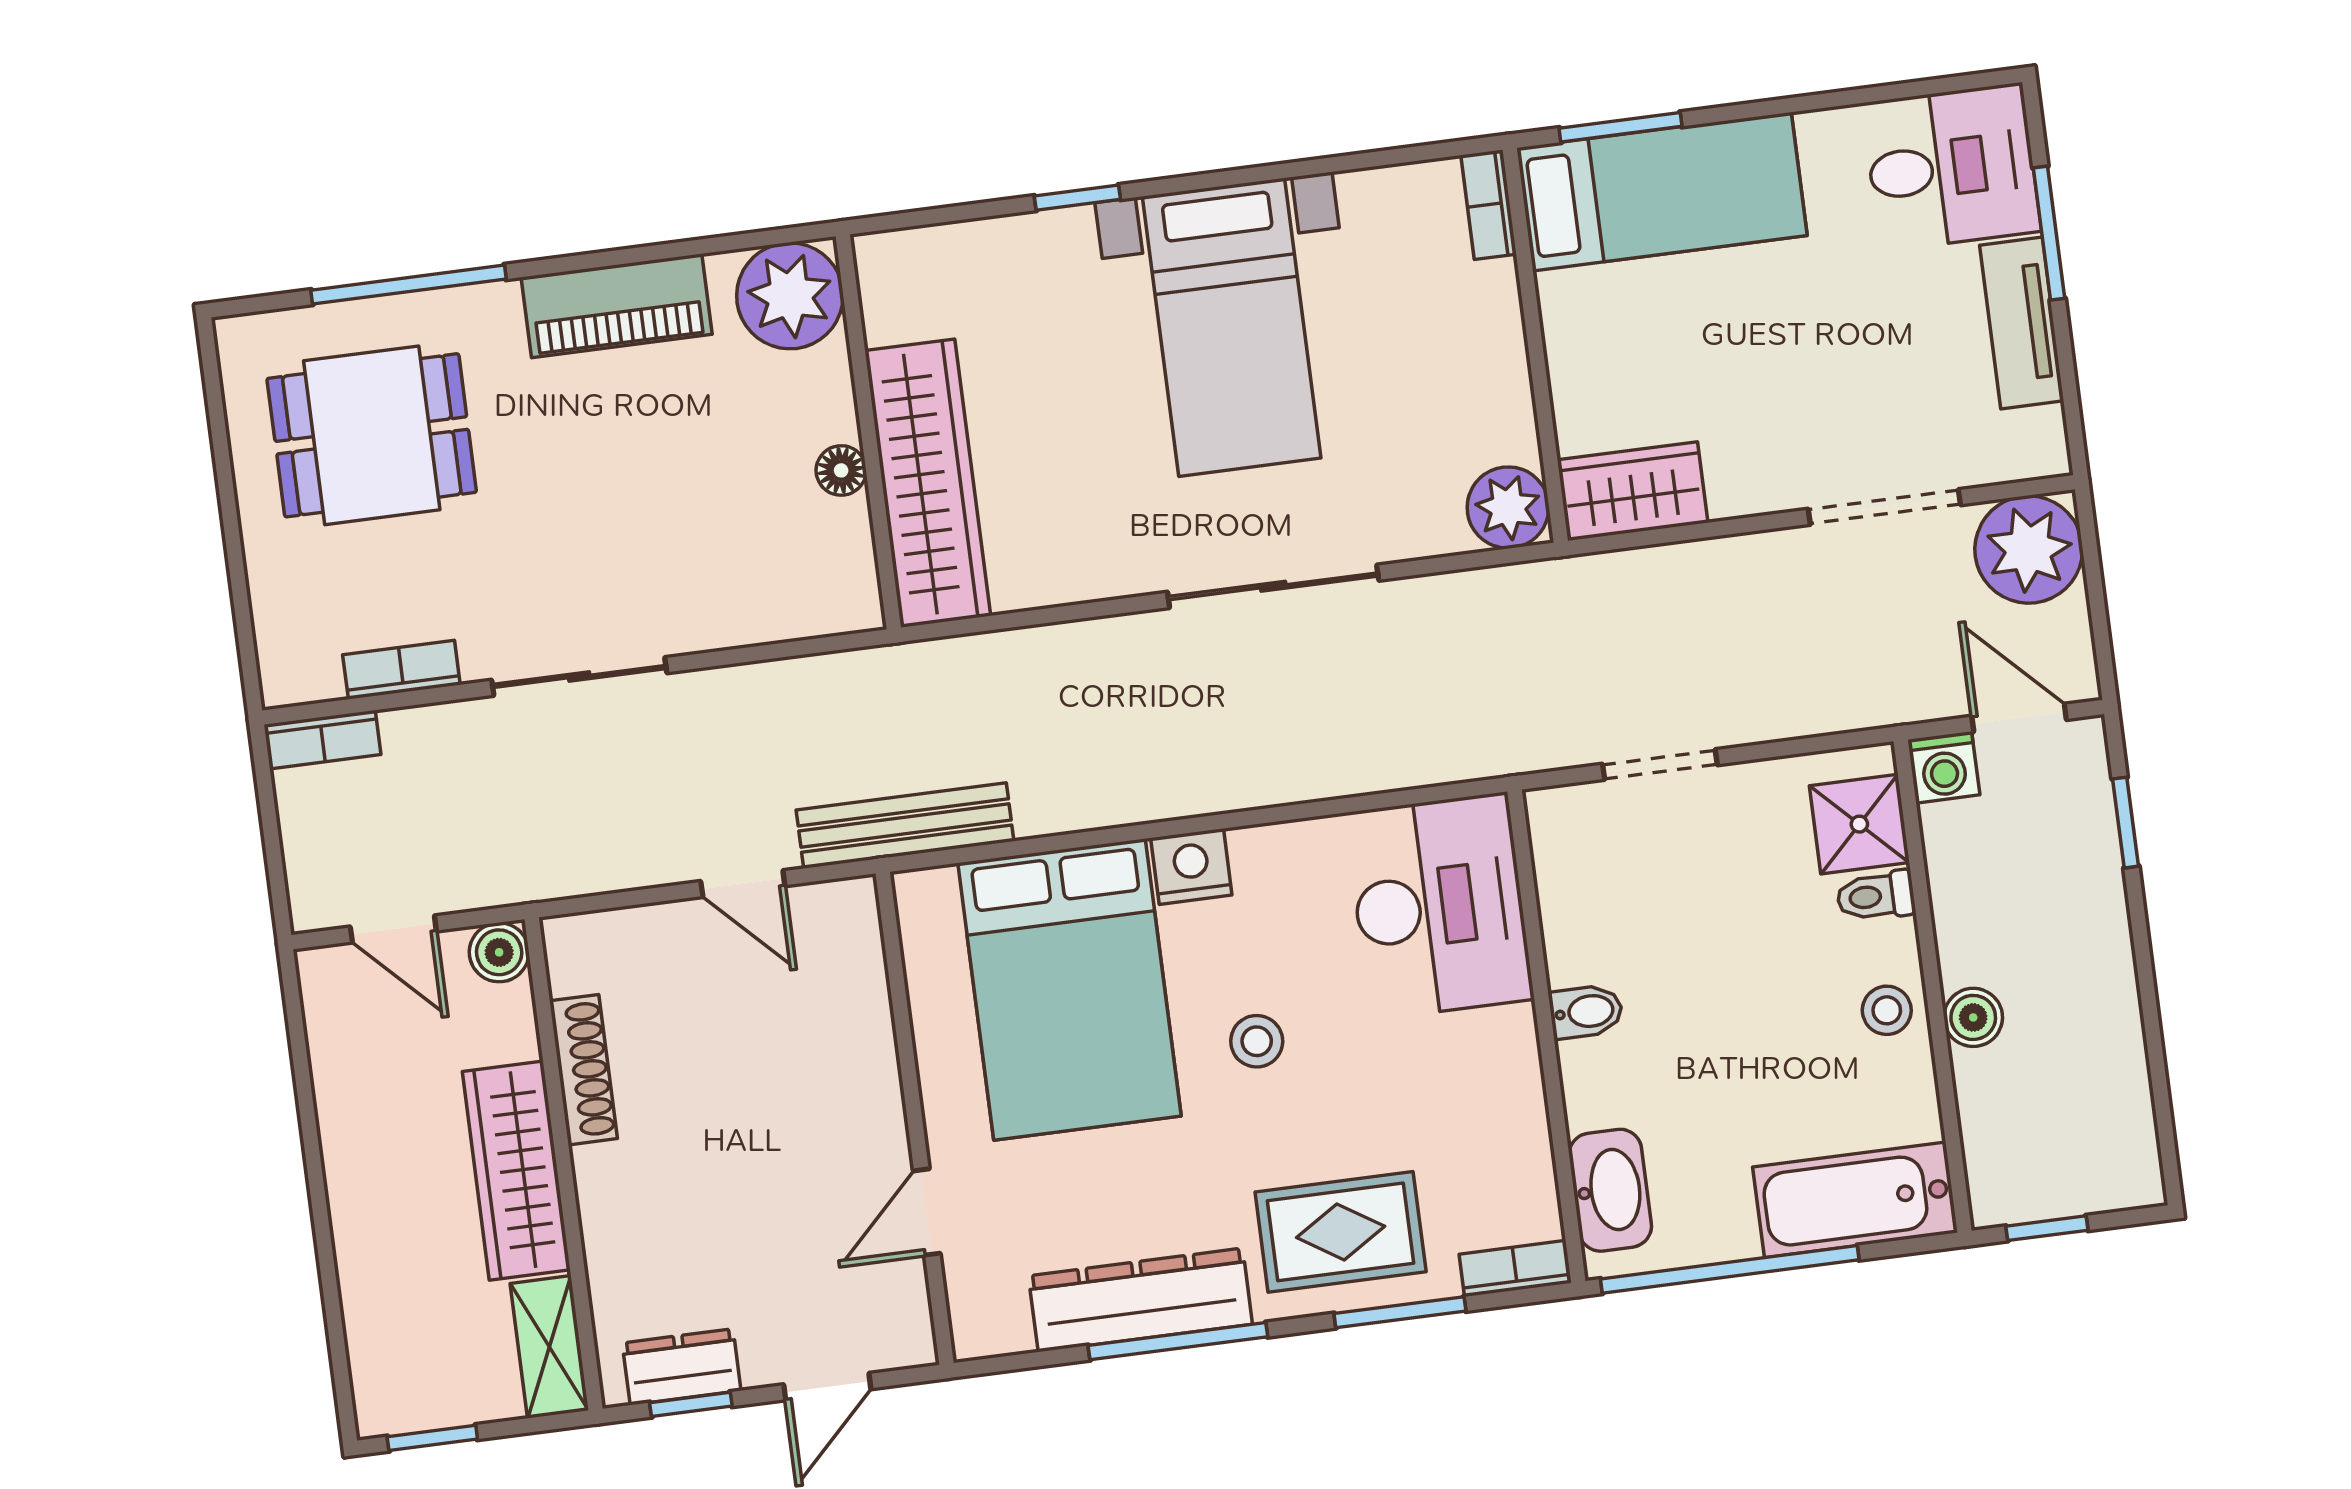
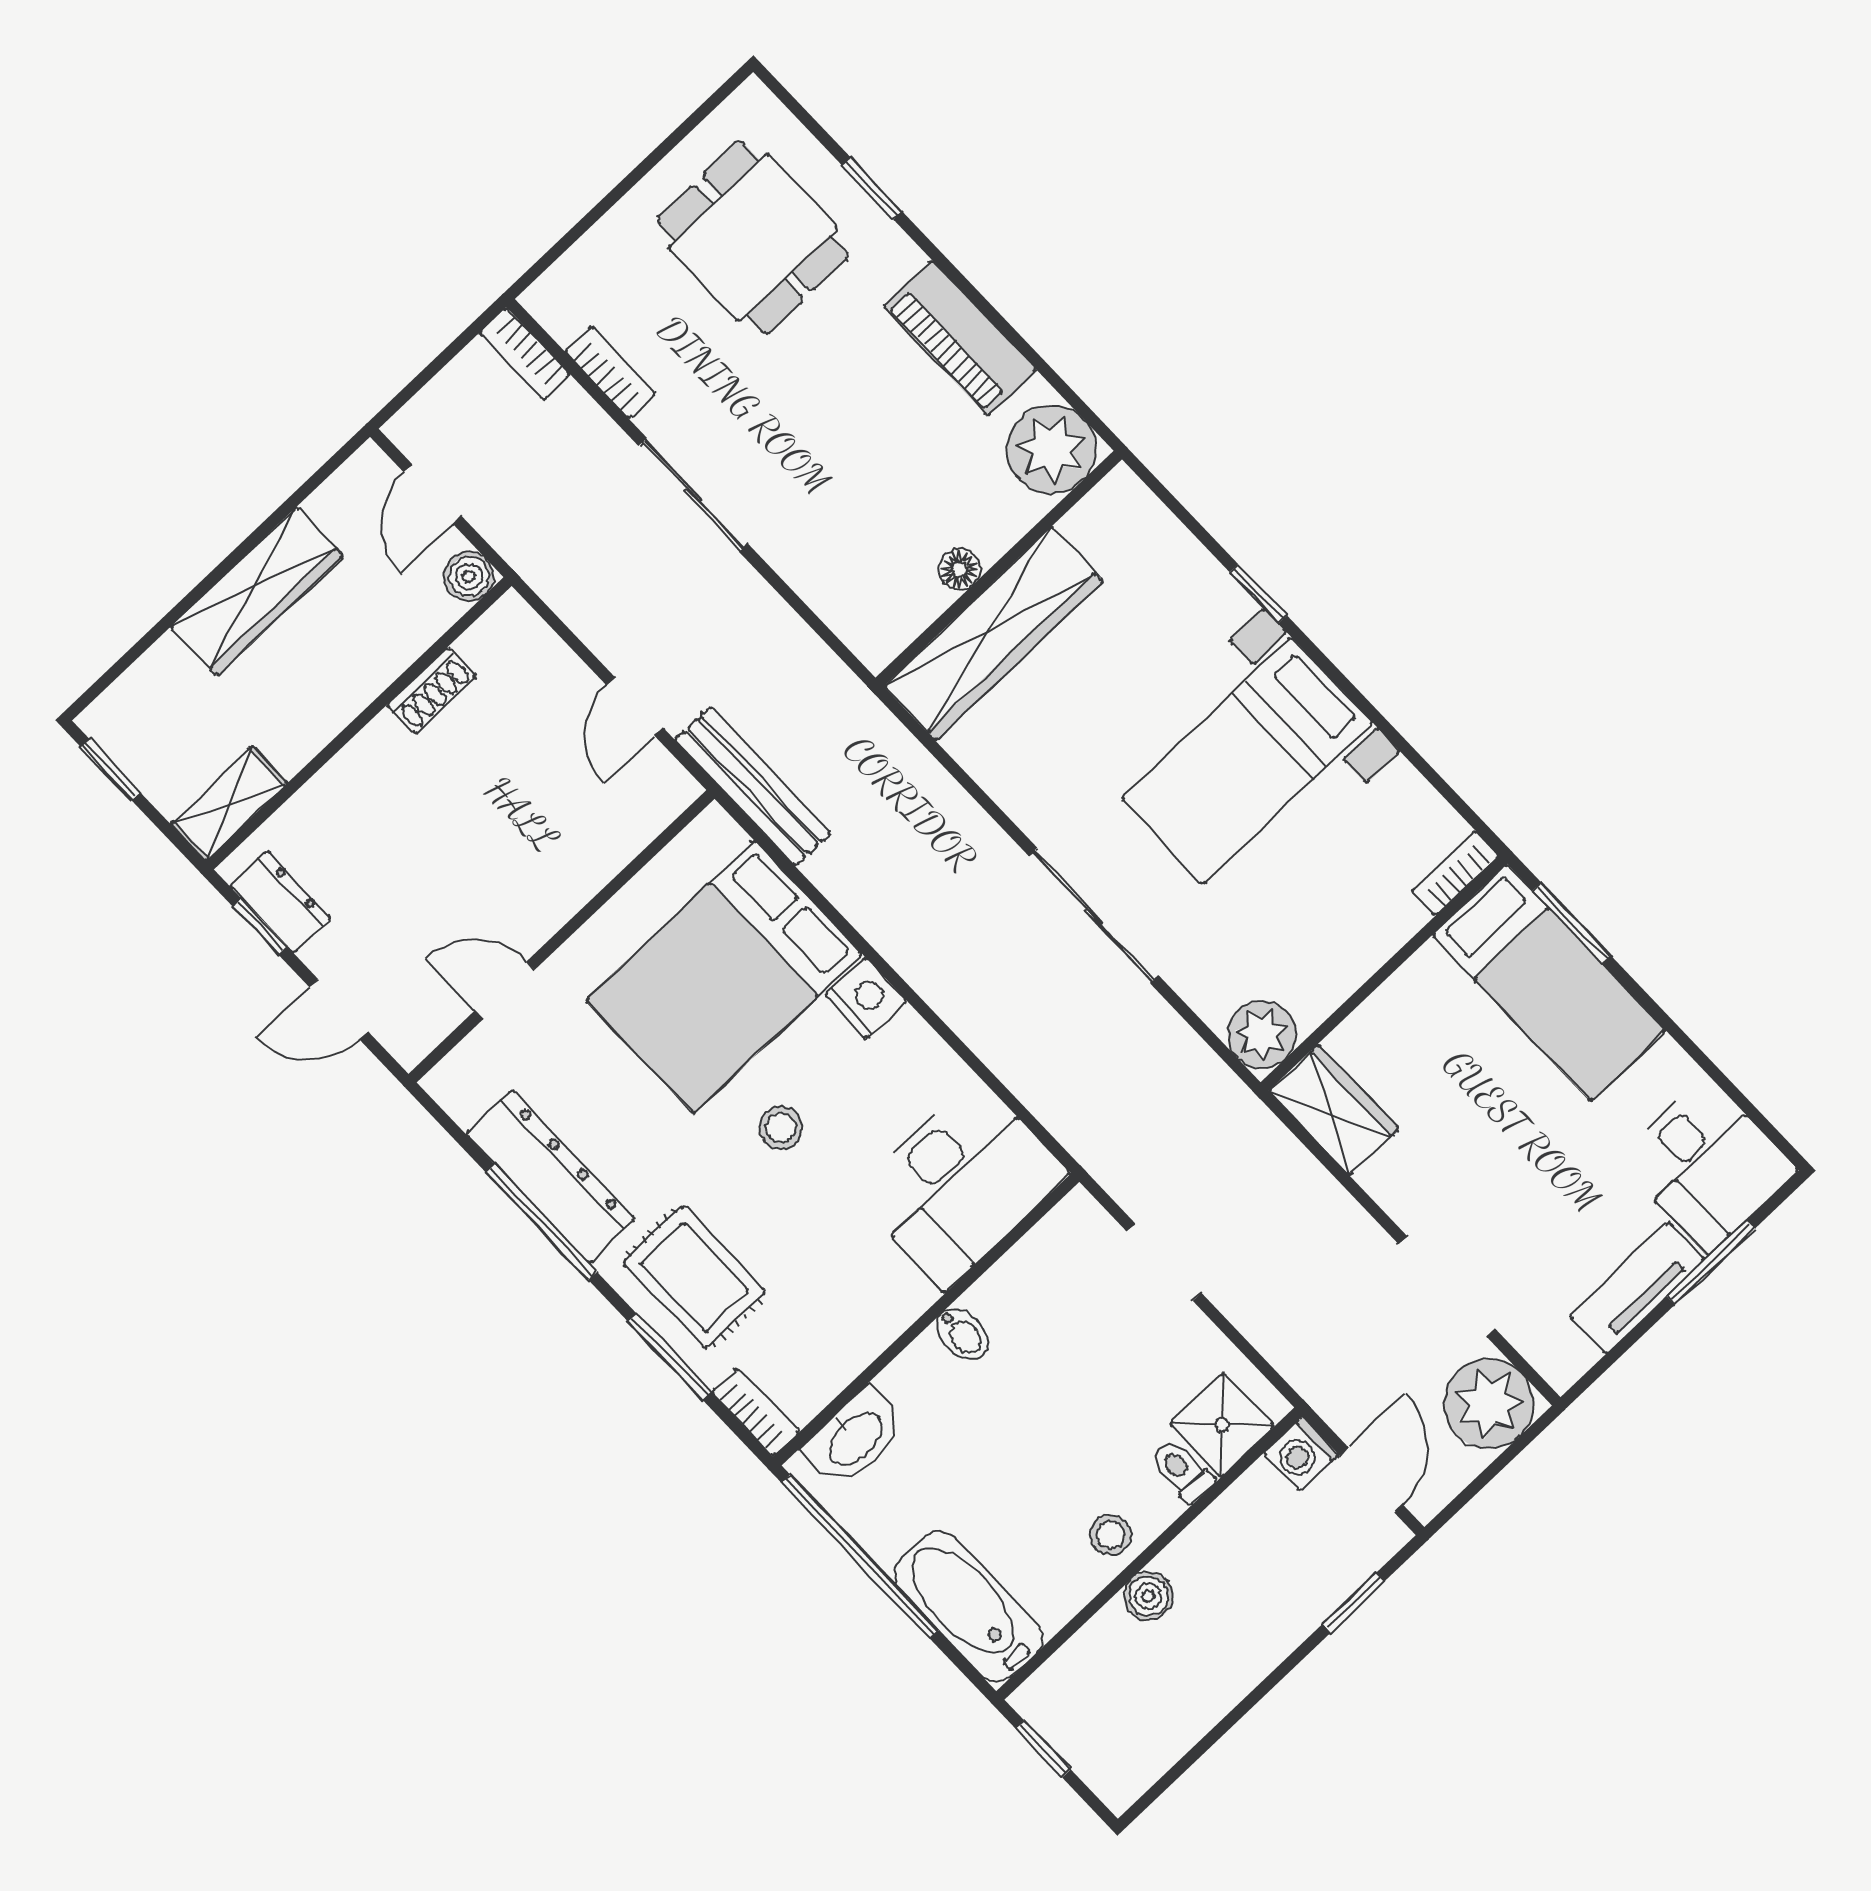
window: (409, 285) -> (872, 188), width x0.46
shoe rack: (584, 1070) -> (432, 691), width x0.70
wardrobe: (516, 1171) -> (257, 591), moved, turned 180

